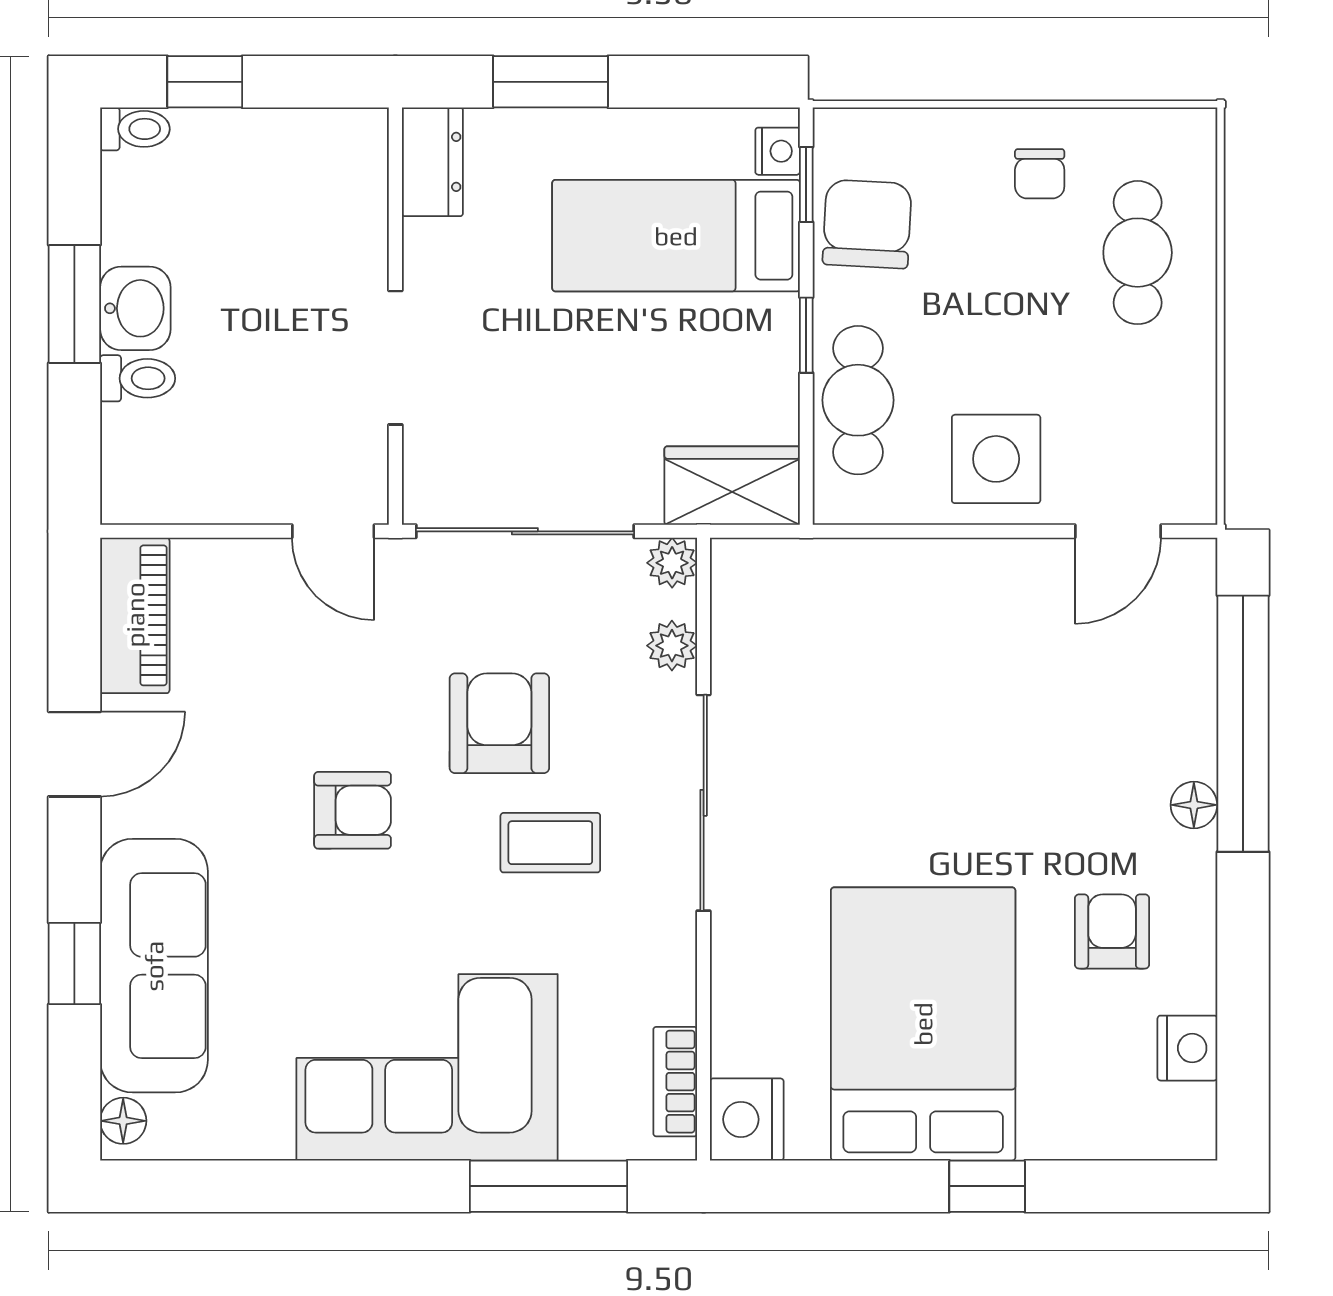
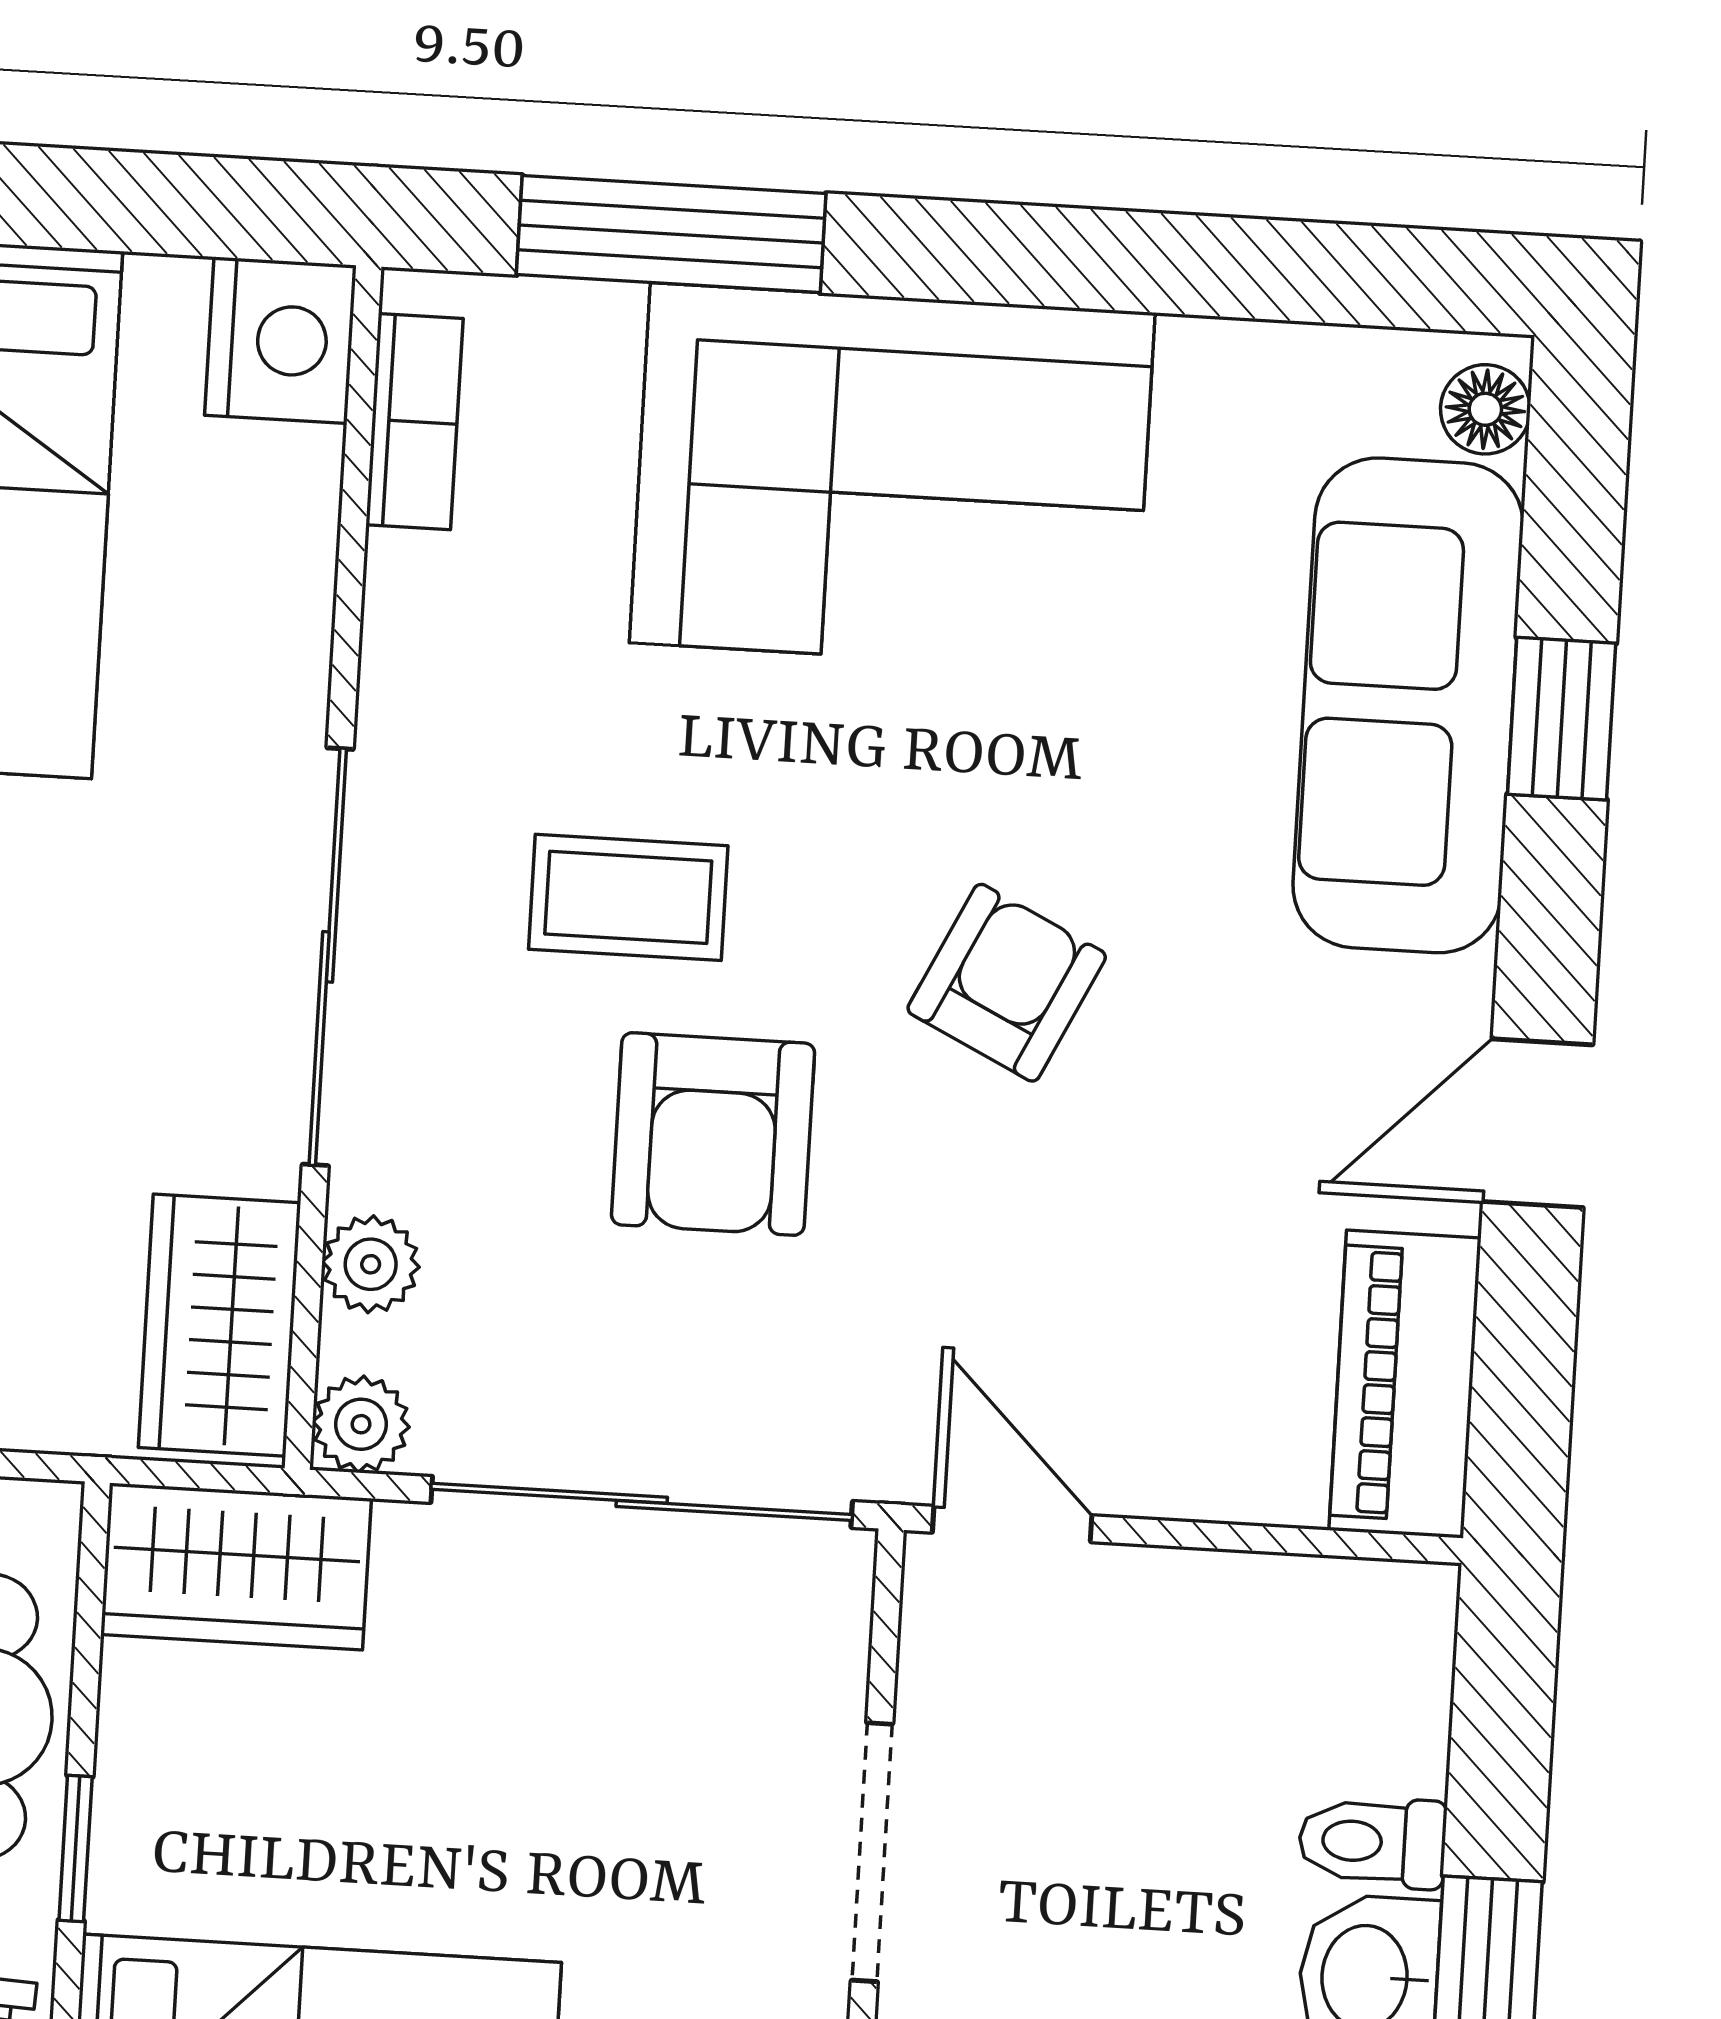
wardrobe: (748, 610) -> (220, 1325), added
armchair: (353, 810) -> (1007, 983), turned 116

